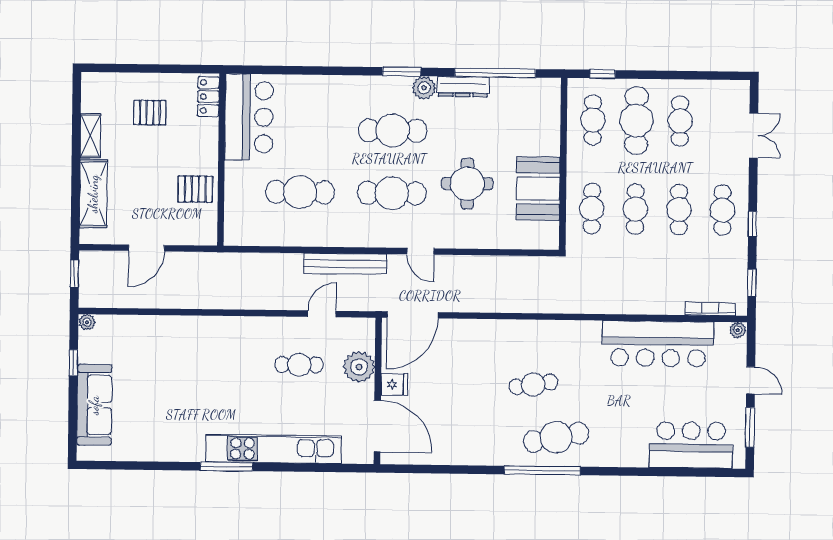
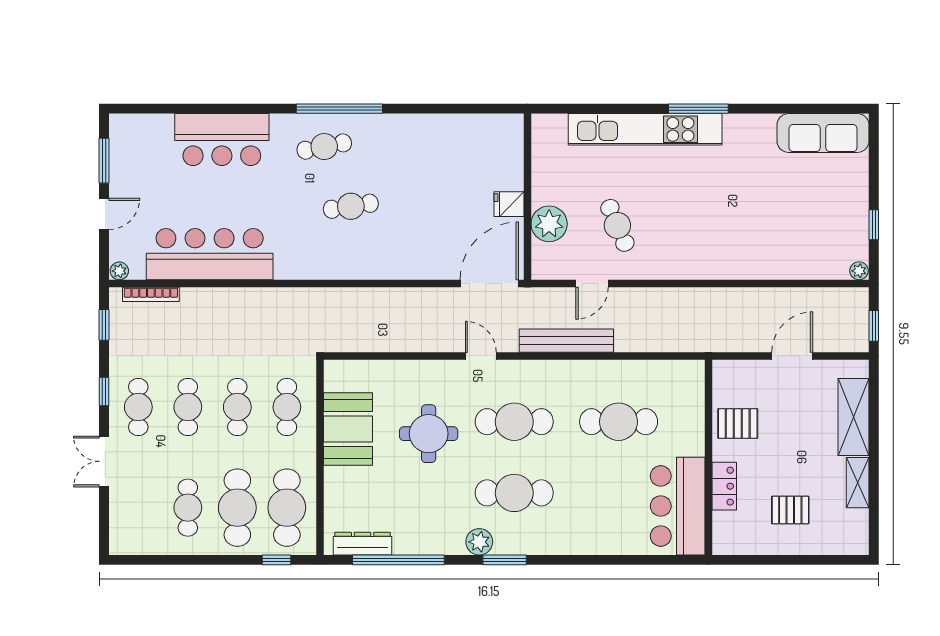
dresser: (463, 87) -> (363, 544), moved
locker: (208, 97) -> (724, 486), moved
cafe table: (593, 120) -> (287, 508), width x1.37, depth x1.35
double door: (754, 136) -> (104, 461), moved
cafe table: (299, 365) -> (617, 225), turned 67
door: (751, 380) -> (104, 214), swing flipped
sofa: (94, 405) -> (823, 133), moved, turned -90
door: (377, 426) -> (527, 157), removed
cafe table: (556, 437) -> (324, 147), width x0.73, depth x0.74
bar counter: (691, 445) -> (222, 140), moved

